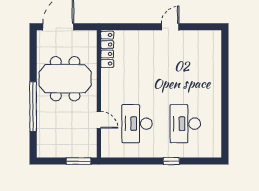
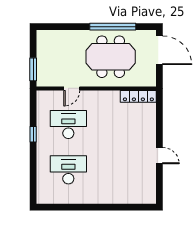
meeting table: (65, 79) -> (111, 57), turned 90
window: (33, 107) -> (113, 27), moved
window: (171, 161) -> (33, 134), moved

